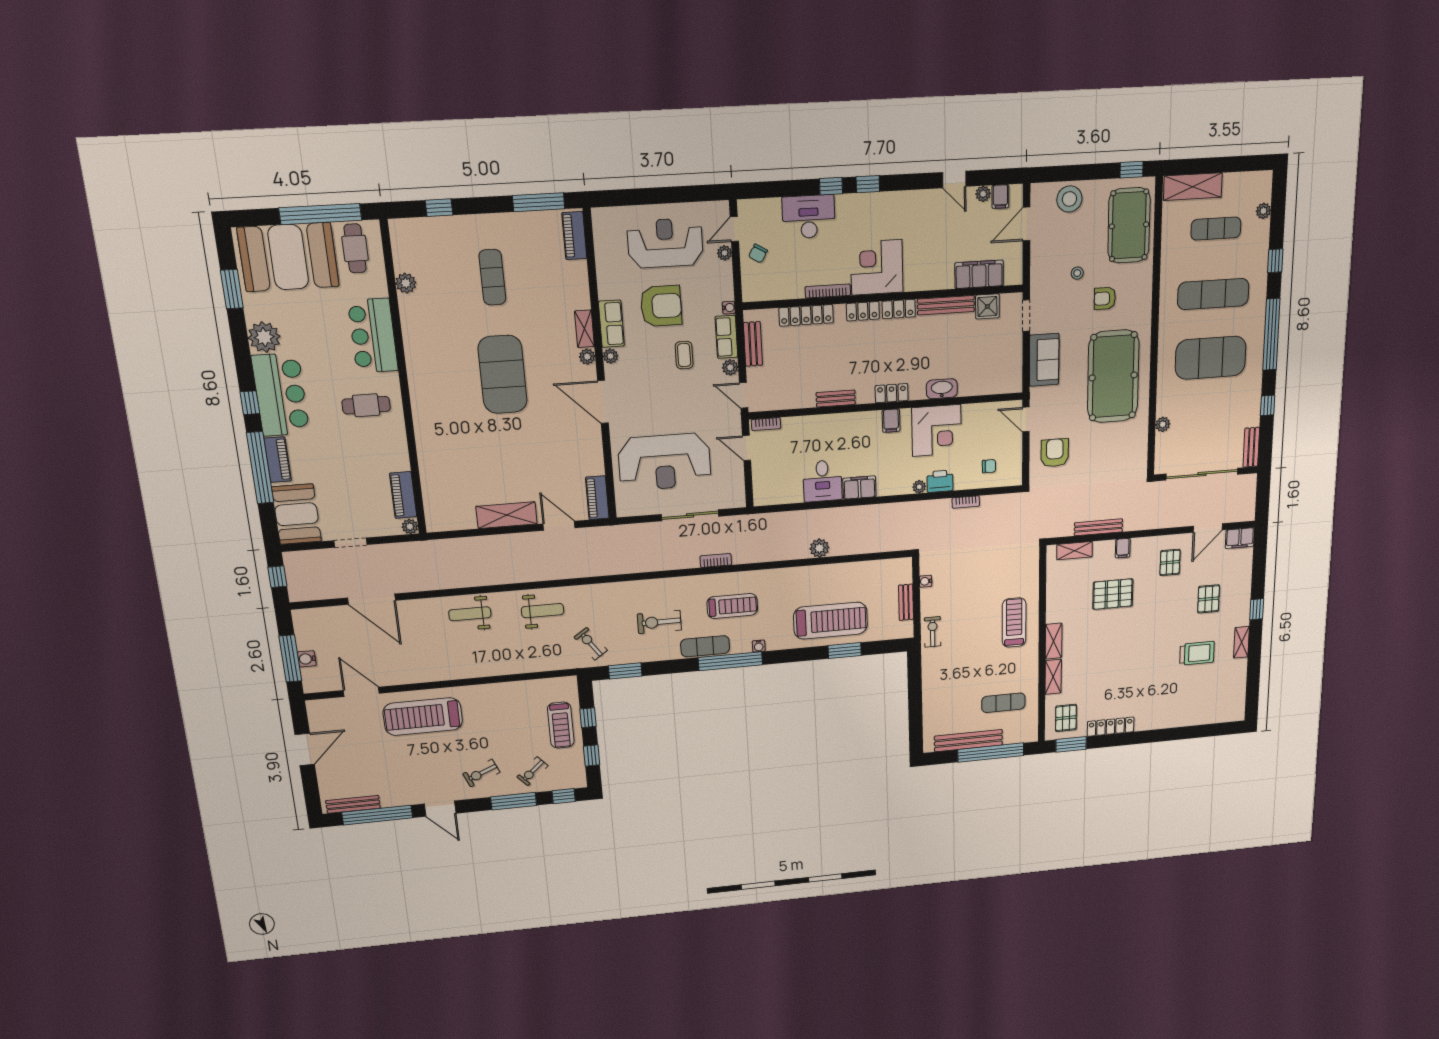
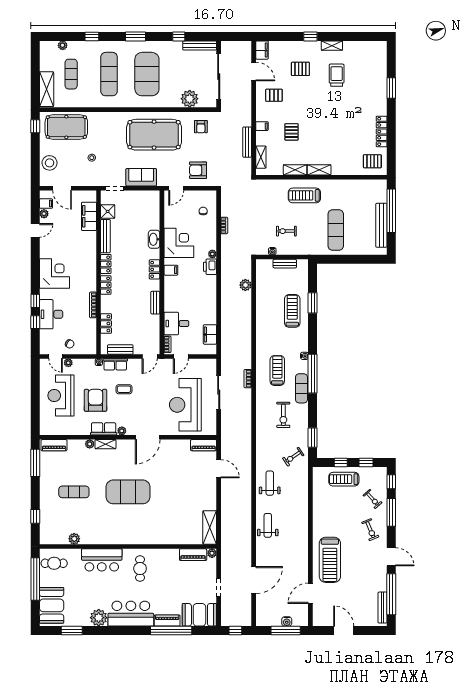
window: (868, 184) -> (35, 322), moved
booth: (288, 257) -> (52, 605), width x0.73, depth x0.70
corner desk: (877, 267) -> (54, 274), moved, turned 180
armchair: (1105, 298) -> (201, 127), moved
locker: (806, 315) -> (106, 324), width x0.66
window: (1271, 334) -> (135, 36), width x0.47
plant: (587, 357) -> (90, 444), moved
plant: (730, 367) -> (133, 363), removed
window: (250, 403) -> (134, 631), removed
plant: (1163, 424) -> (190, 99), width x1.87, depth x1.87
bench: (1251, 447) -> (200, 45), width x1.36
reception desk: (664, 462) -> (185, 405), turned 180
desk: (822, 481) -> (176, 324), moved, turned 180
printer: (940, 481) -> (210, 267), moved
filing cabinet: (859, 488) -> (210, 334), moved
shelving: (507, 515) -> (210, 527), moved
door: (559, 526) -> (219, 469), swing flipped
plant: (819, 548) -> (245, 285), moved
pallet: (1113, 594) -> (291, 132), width x0.67, depth x0.71
weight bench: (470, 614) -> (268, 525), turned 180
treadmill: (830, 621) -> (292, 311), width x0.73, depth x0.73
exercise bike: (933, 632) -> (286, 231), moved
shelving: (1053, 677) -> (295, 170), moved
exercise mat: (1003, 703) -> (336, 230), moved, width x1.36, depth x1.45
treadmill: (561, 725) -> (344, 479), turned 180
window: (1071, 744) -> (391, 88), moved
door: (440, 809) -> (391, 557), hinge flipped

